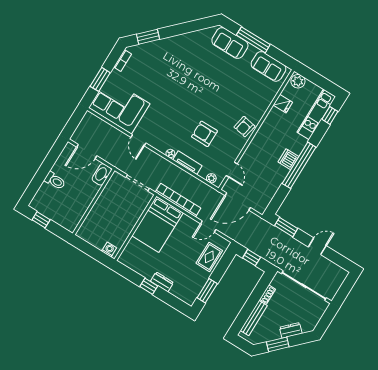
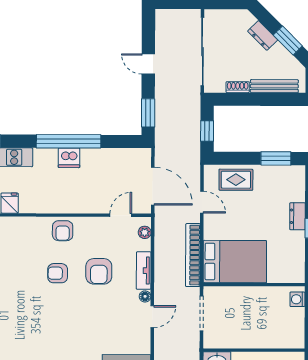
armchair: (219, 107) -> (58, 273), added
armchair: (244, 127) -> (63, 231), turned 79
door: (138, 140) -> (152, 317), moved

